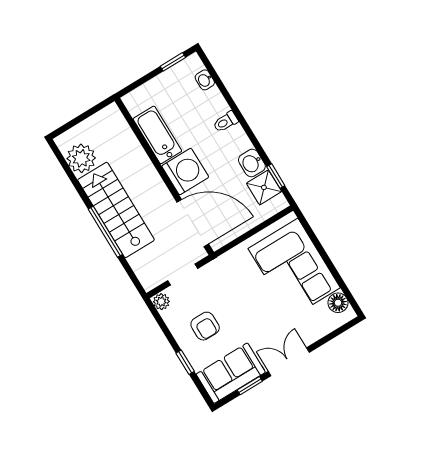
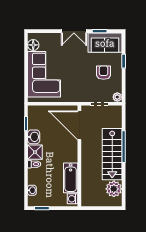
washing machine: (185, 172) -> (73, 199), moved, width x0.53, depth x0.53
shower: (264, 187) -> (35, 152), moved

